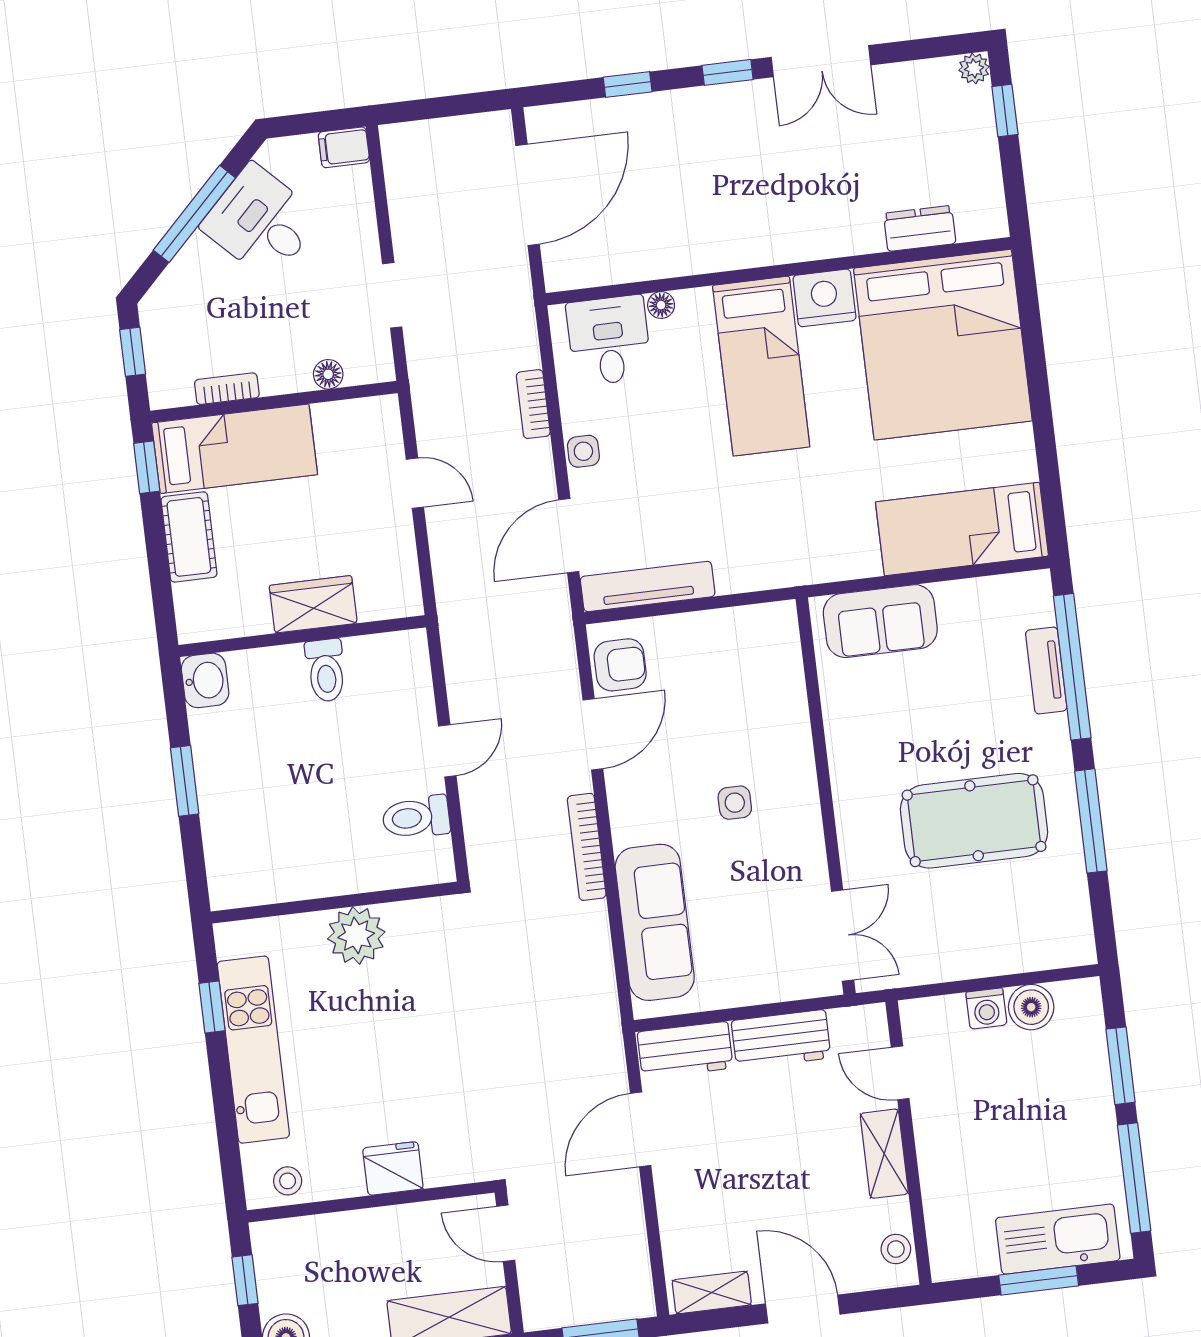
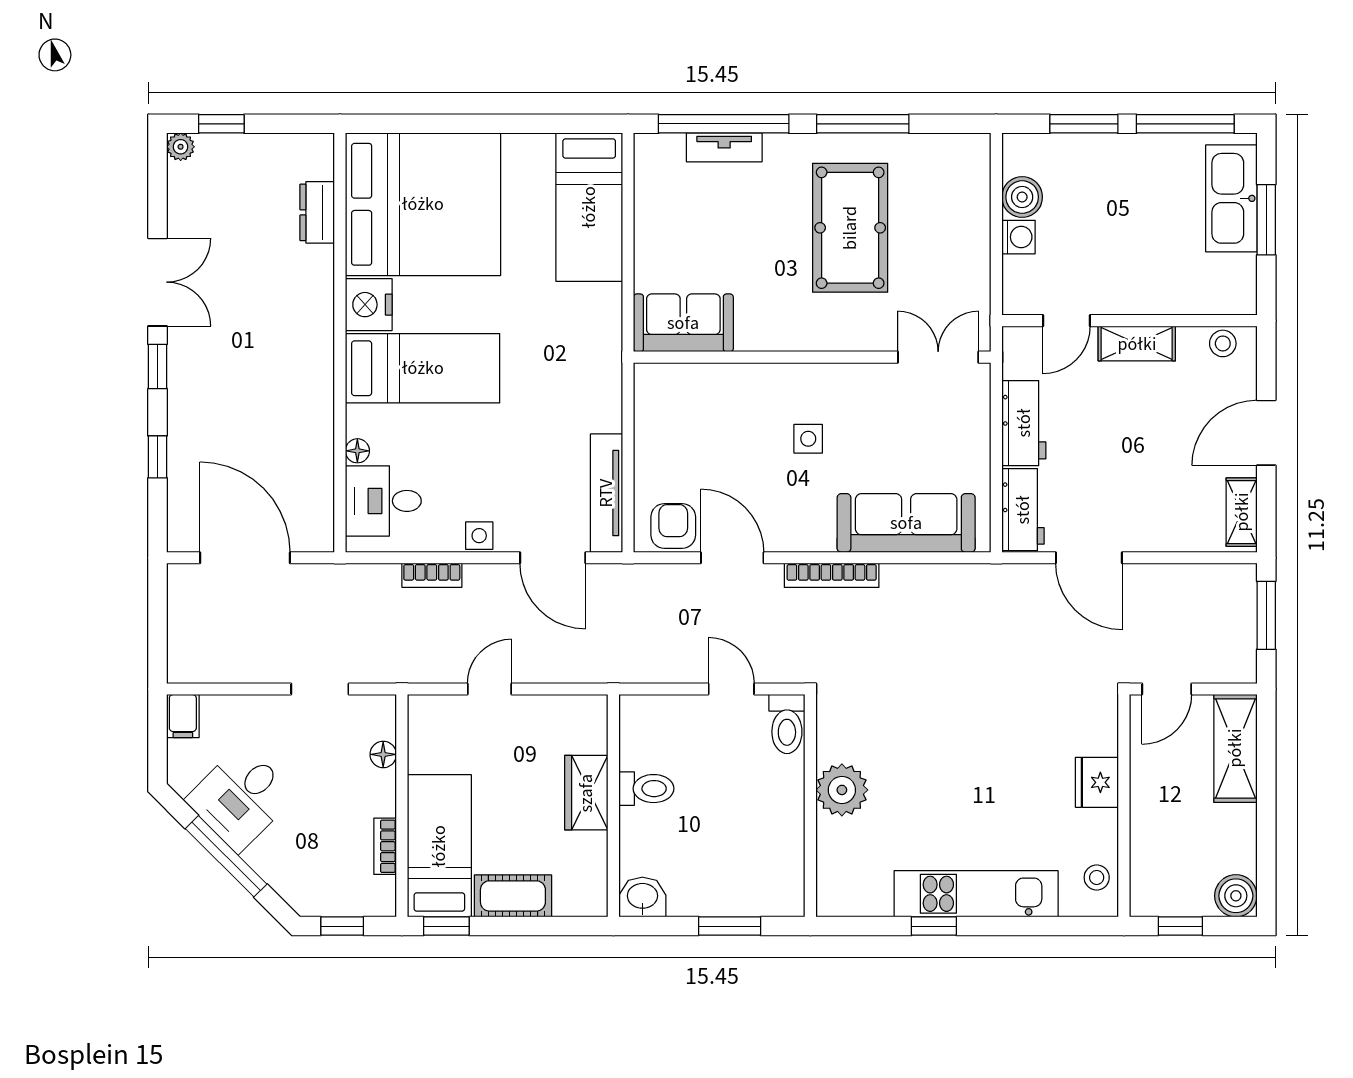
sofa: (880, 621) -> (683, 323), moved, turned -90
wall: (335, 903) -> (810, 806), moved
plant: (356, 935) -> (842, 790), moved

